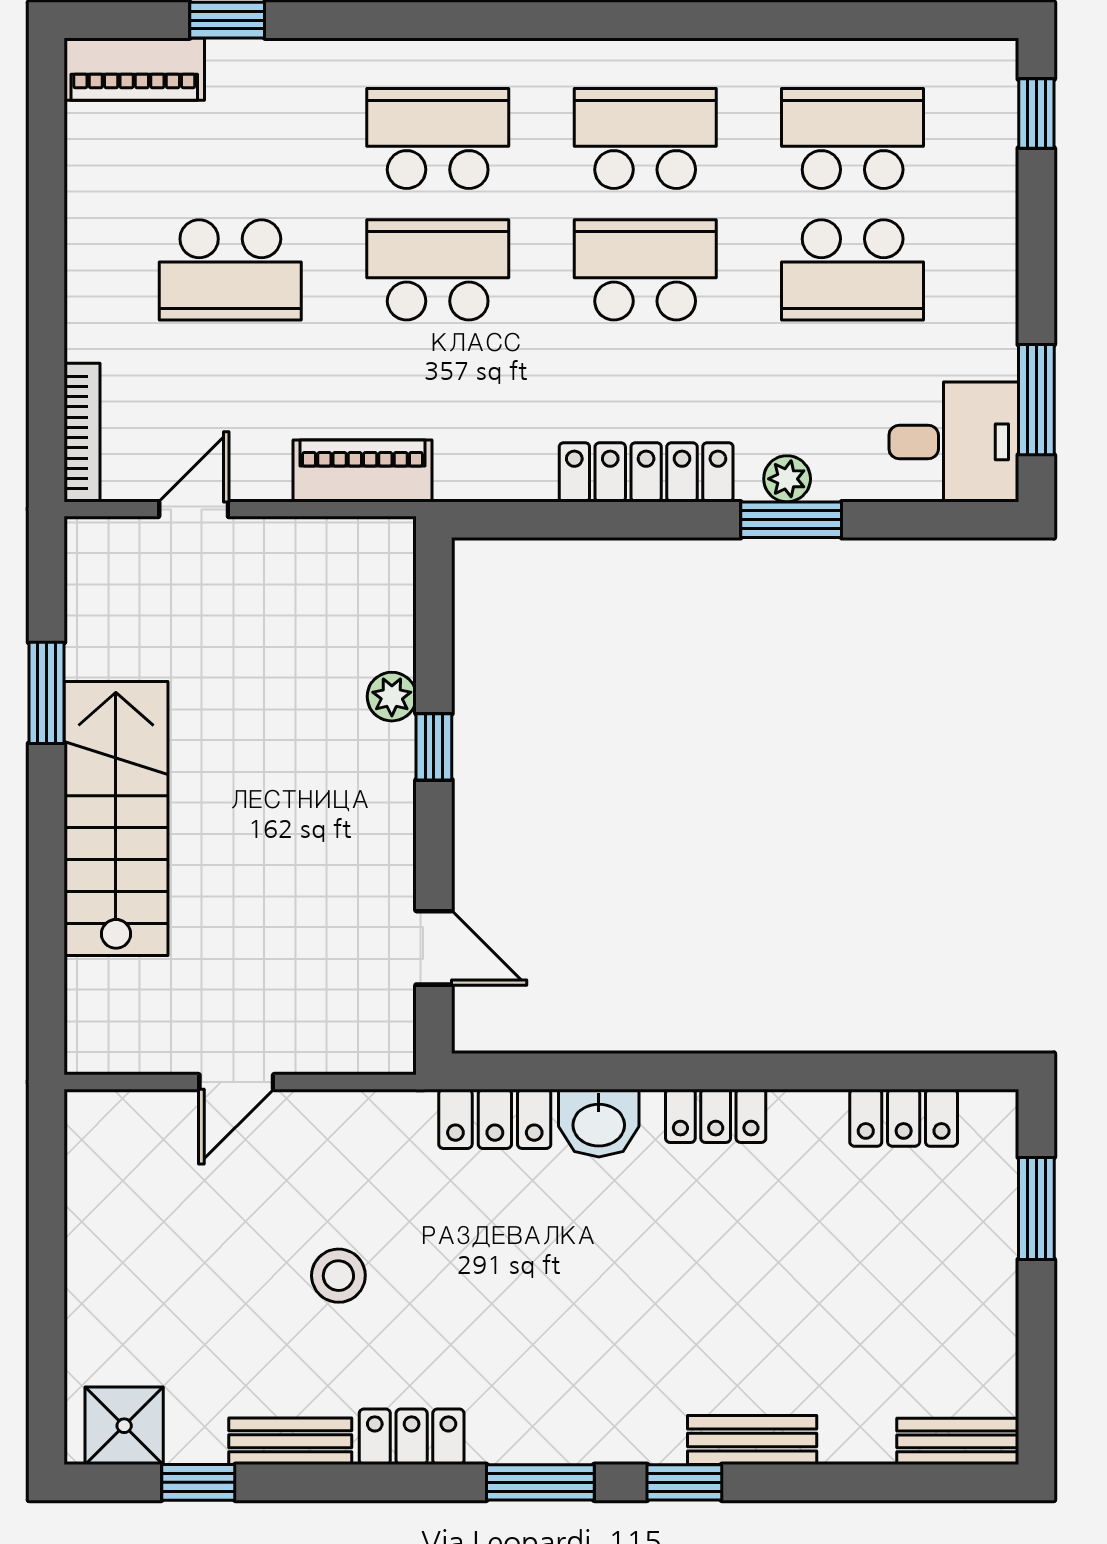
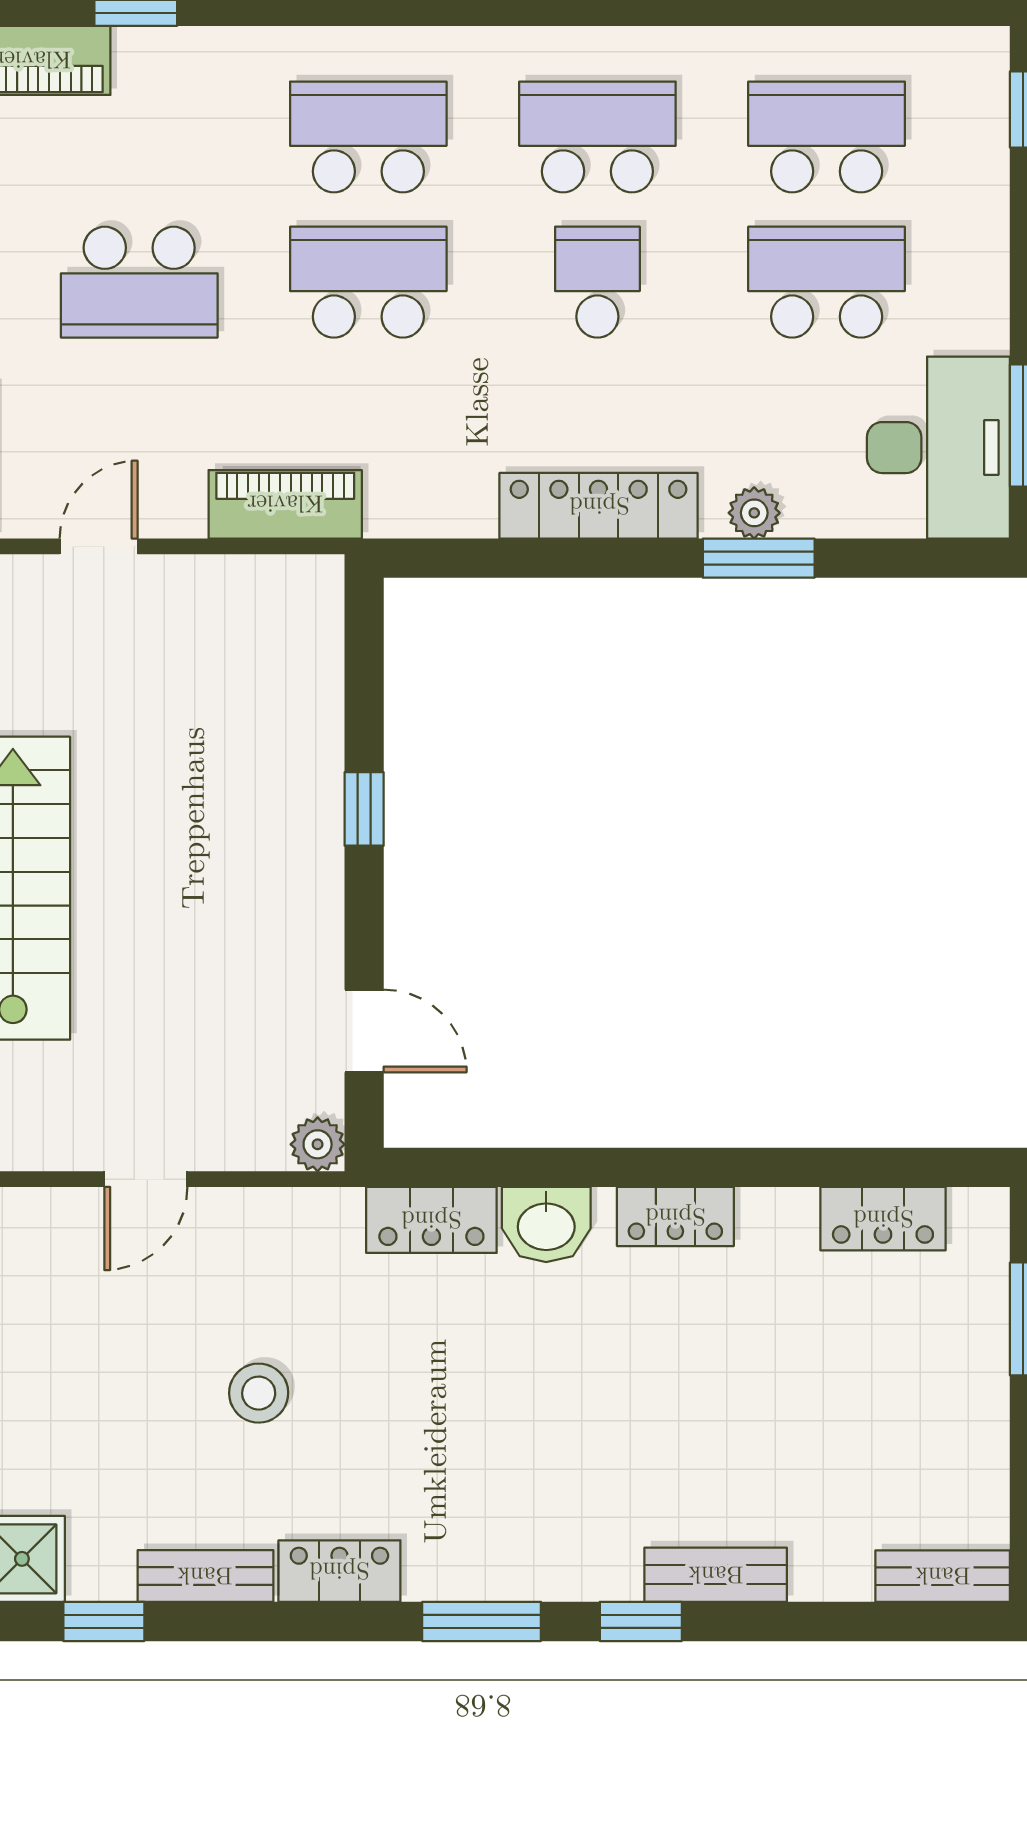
school desk: (645, 270) -> (597, 282), width x0.54
school desk: (853, 270) -> (827, 282), turned 180
desk: (954, 442) -> (938, 448), width x1.37
plant: (392, 697) -> (318, 1144), moved

